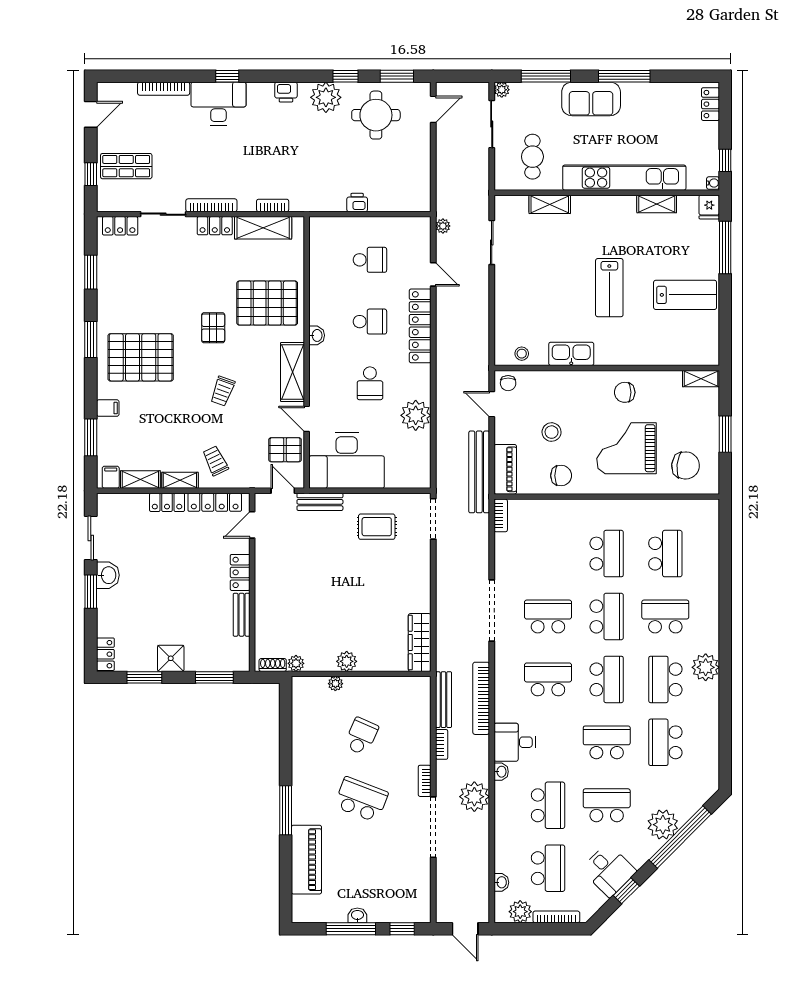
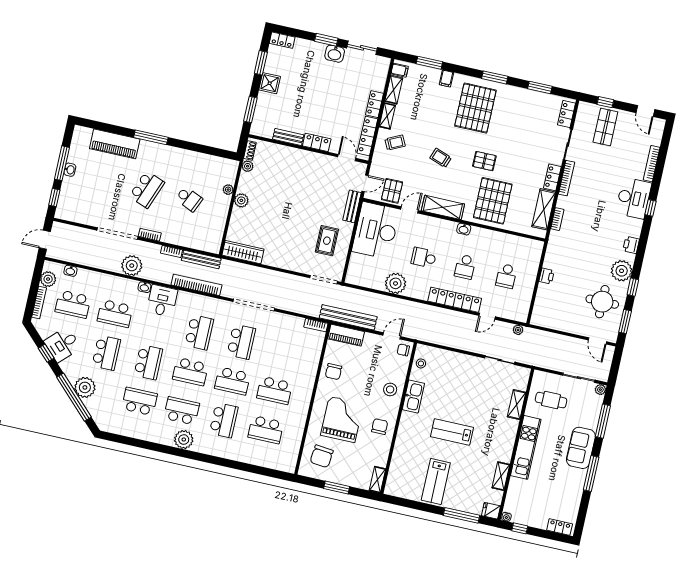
kitchen unit: (624, 178) -> (526, 447), width x0.73
stool: (552, 432) -> (390, 389), moved

